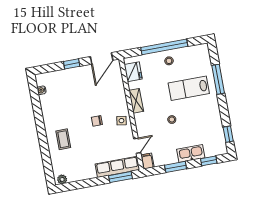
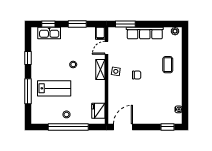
window: (72, 64) -> (168, 127), moved
shelving: (136, 101) -> (100, 69), moved
window: (228, 134) -> (28, 58), moved
kitchen sink: (191, 153) -> (49, 33), moved
row of seats: (117, 167) -> (145, 33), moved

